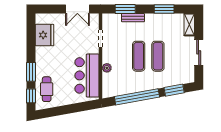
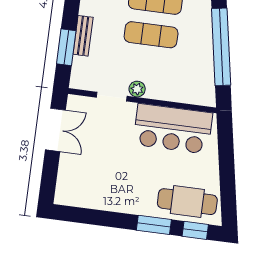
fridge: (44, 35) -> (93, 193), removed
plant: (107, 68) -> (137, 89), moved
cafe table: (47, 89) -> (187, 202), width x1.37, depth x1.35

